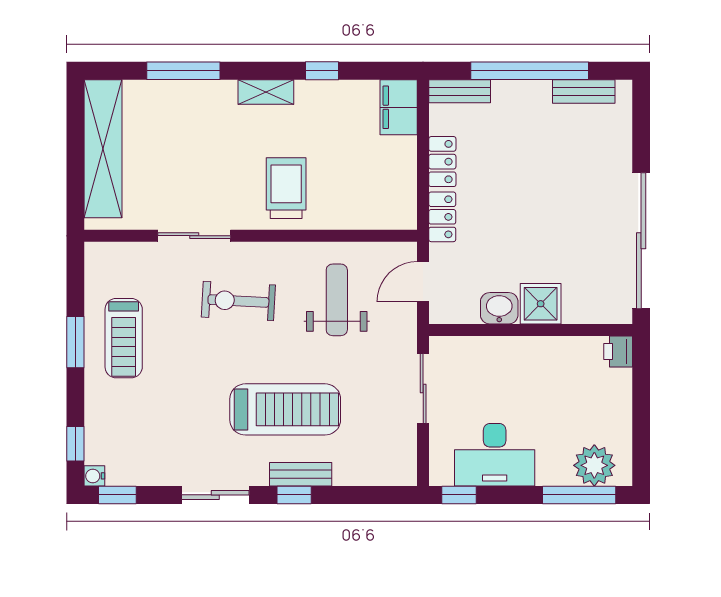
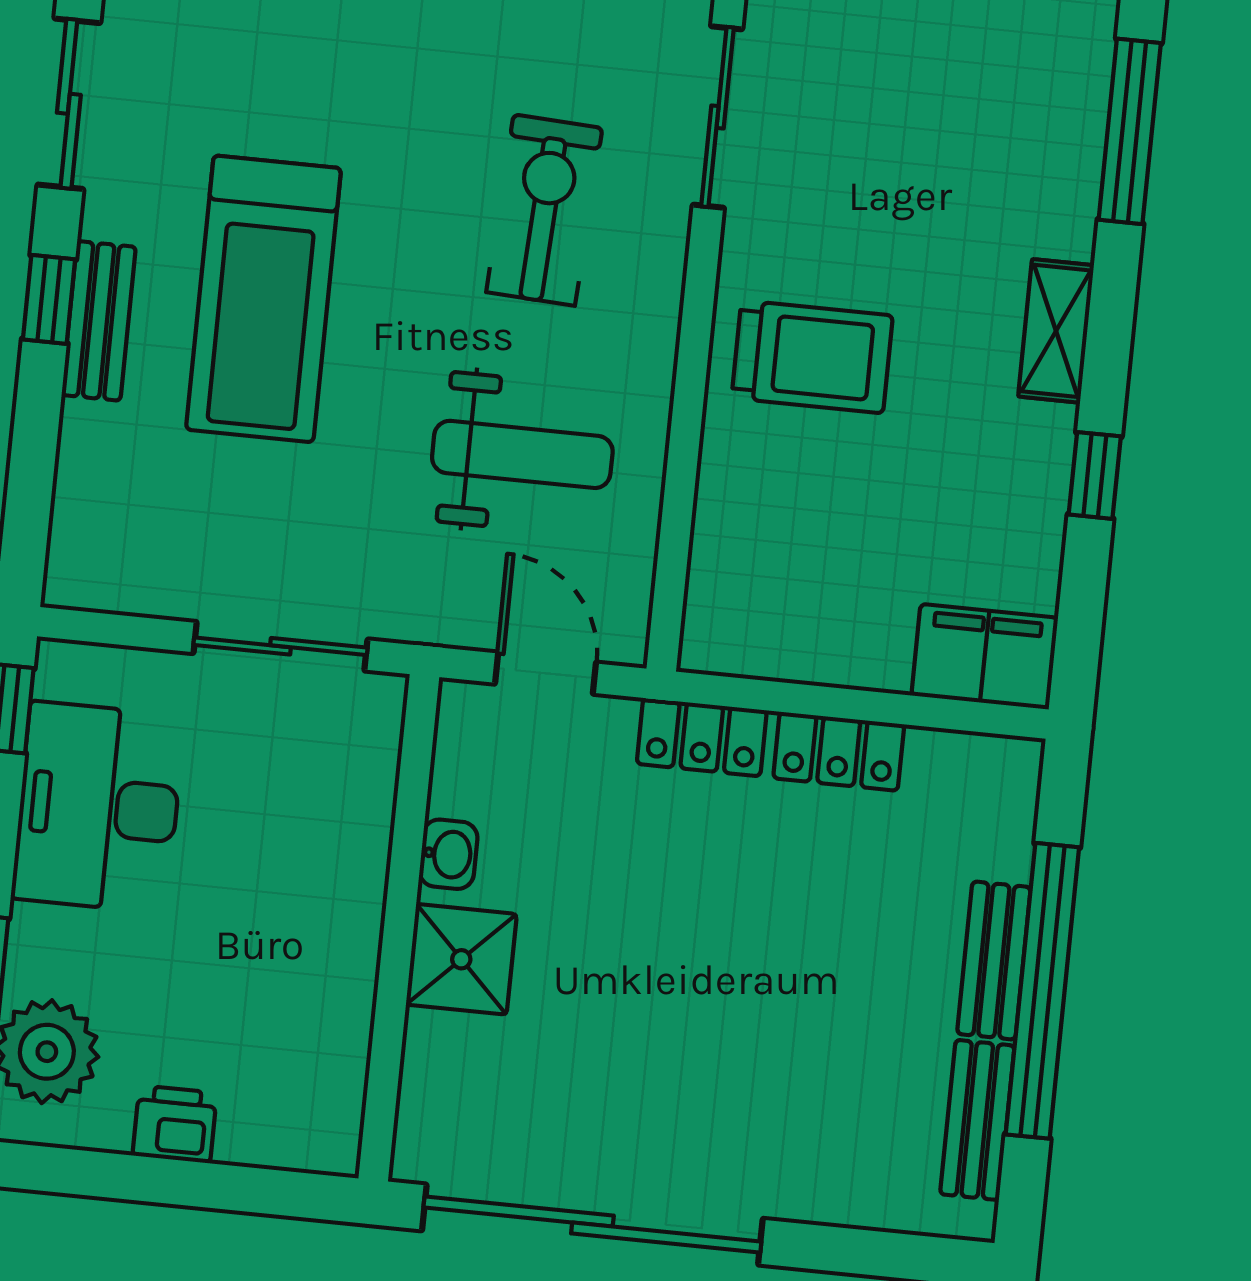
bench: (460, 91) -> (994, 960), moved
washbasin: (499, 308) -> (448, 854), width x0.72, depth x0.69
printer: (618, 352) -> (175, 1124), moved

